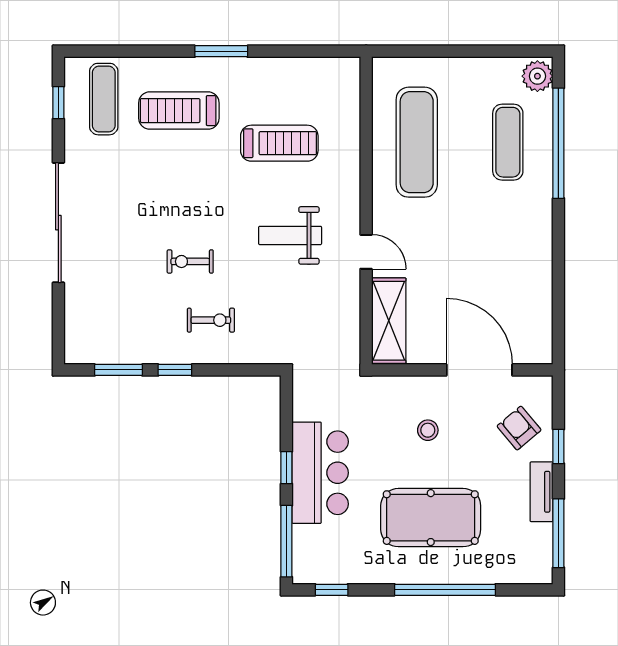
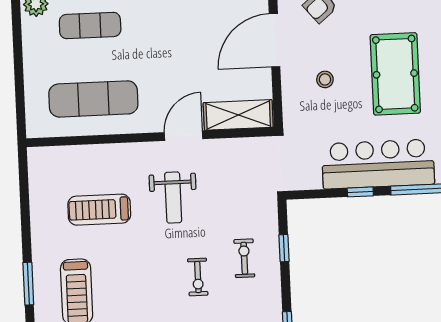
window: (221, 51) -> (28, 284), moved
treadmill: (279, 143) -> (99, 210), turned -90
door: (366, 252) -> (184, 136), width x1.38
window: (175, 370) -> (284, 248), moved
bar counter: (320, 473) -> (378, 164), width x1.36

